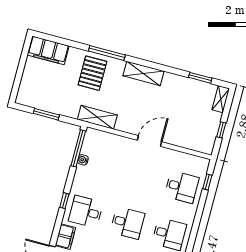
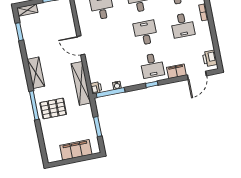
filing cabinet: (48, 50) -> (76, 150), moved, turned -90
shelving: (97, 117) -> (81, 83), width x1.47
printer: (92, 134) -> (96, 88), added

